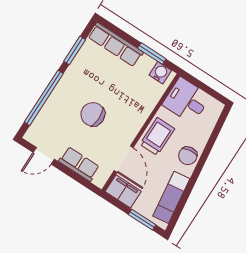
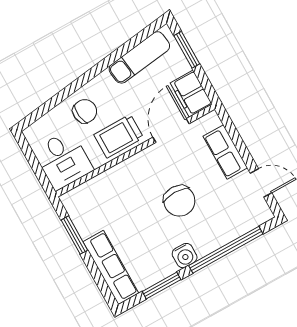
water cooler: (160, 73) -> (185, 256), moved, turned -90
chair: (188, 156) -> (85, 111), moved

